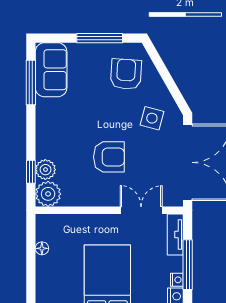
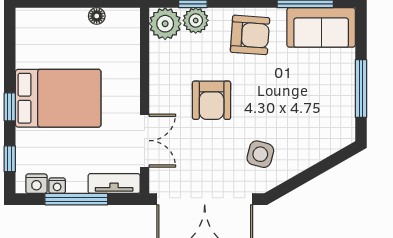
armchair: (126, 74) -> (250, 35), moved

